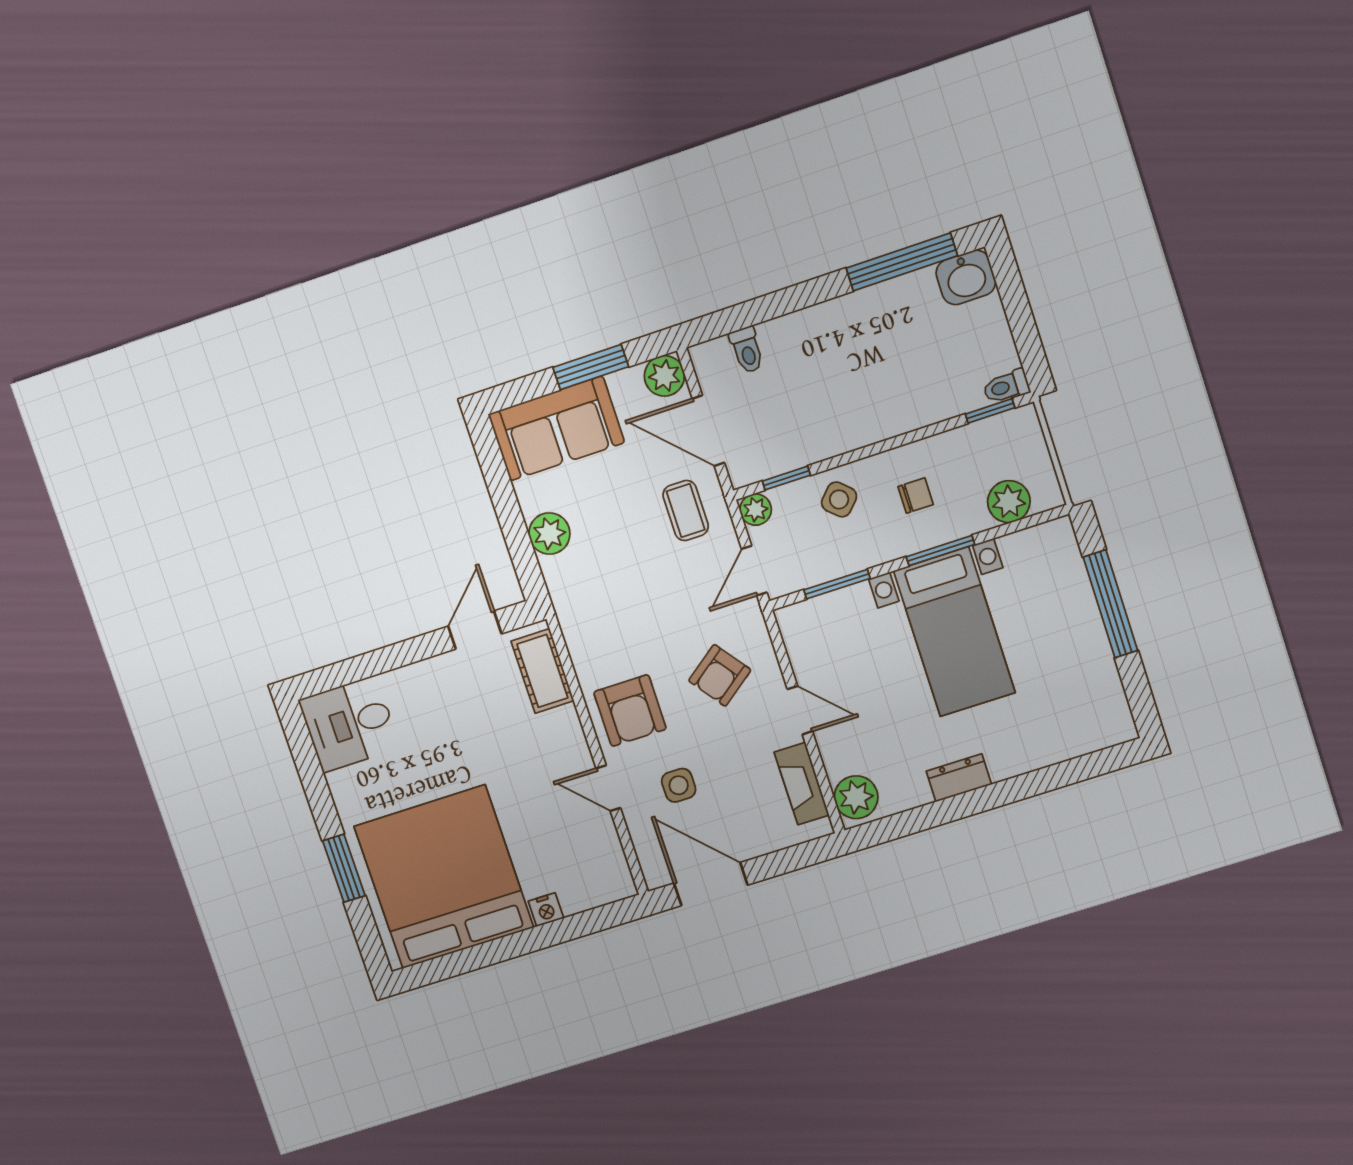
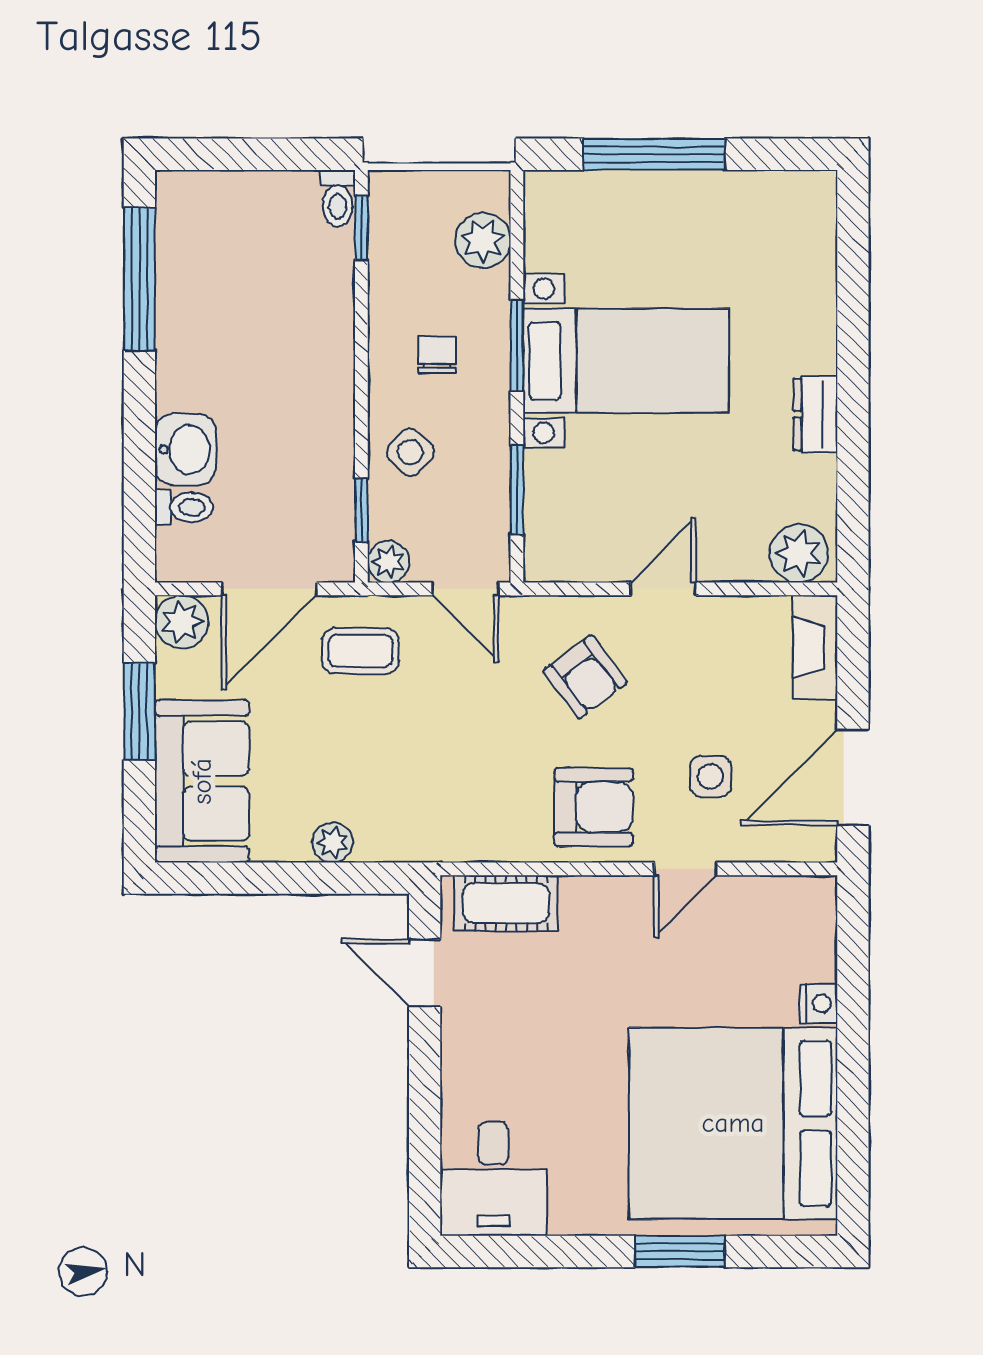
washbasin: (966, 277) -> (185, 449), moved
plant: (549, 534) -> (333, 842), width x0.73, depth x0.73
fireplace: (802, 784) -> (815, 647), moved, turned 90

